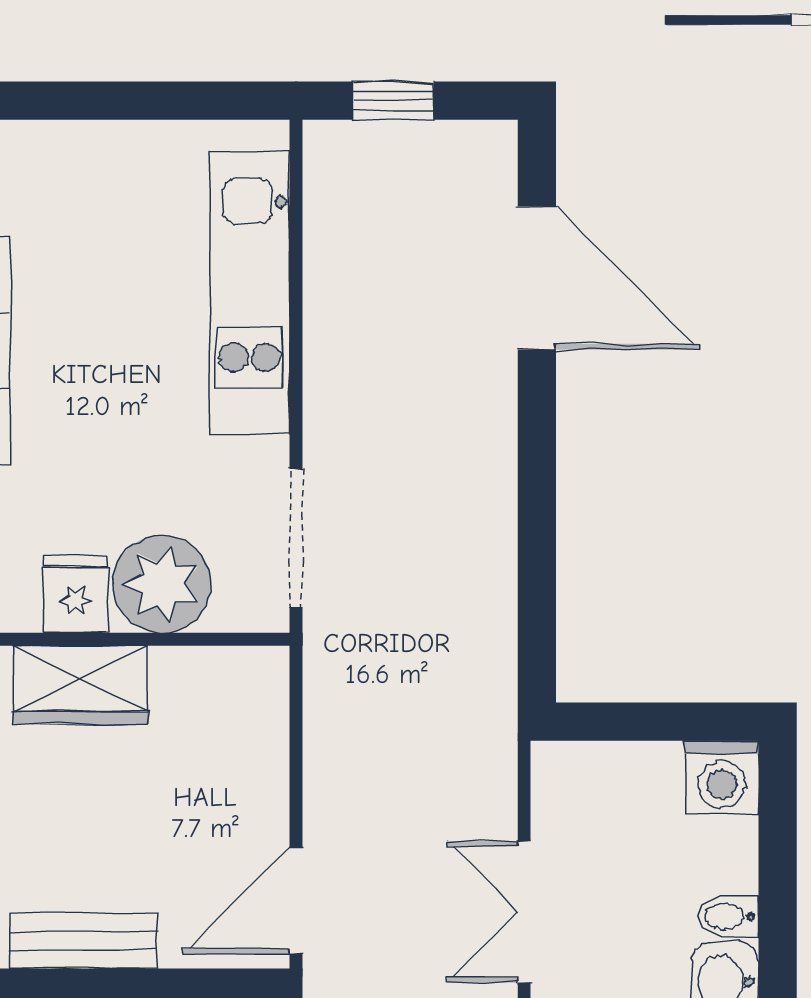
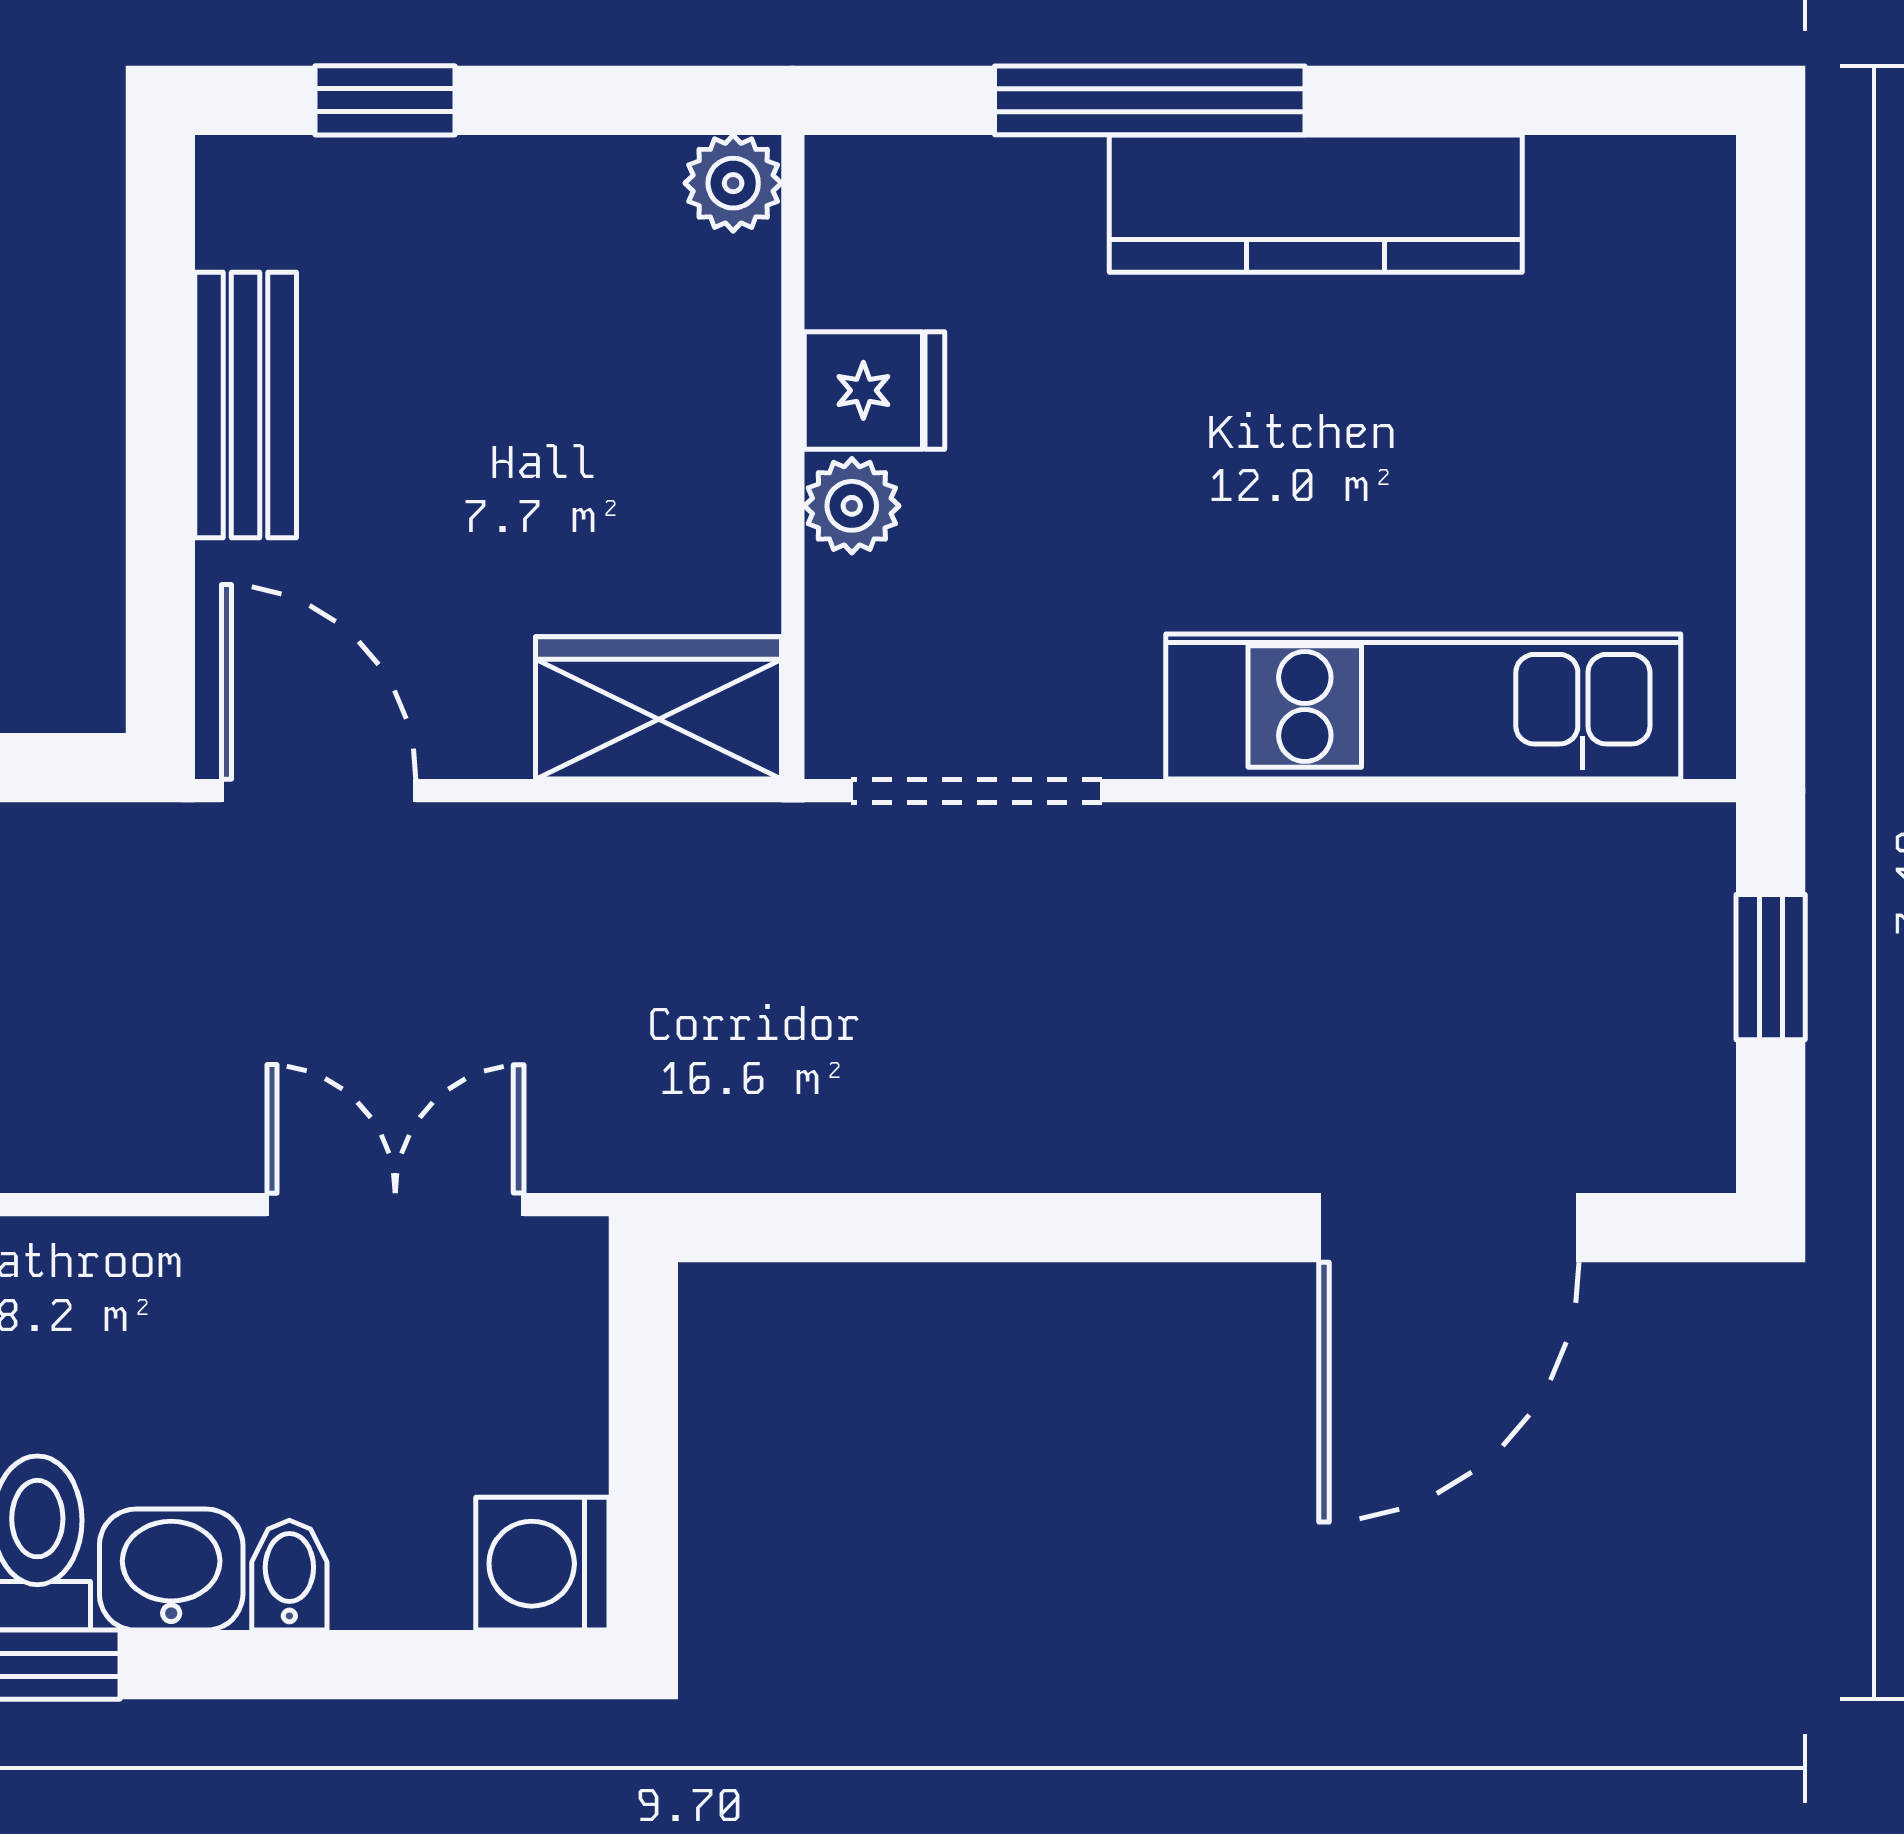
plant: (162, 584) -> (852, 506), width x0.53, depth x0.53
wardrobe: (80, 685) -> (659, 708), moved, turned 90
double door: (524, 912) -> (395, 1205), moved

